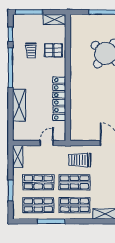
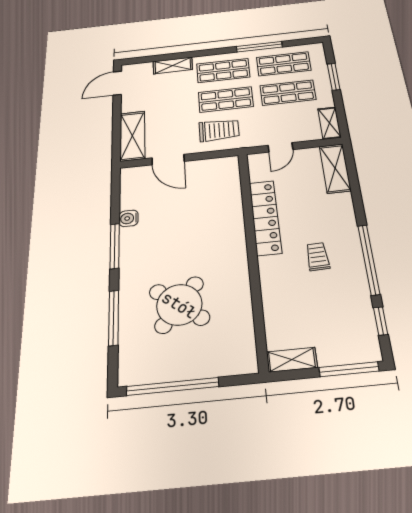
trolley: (31, 50) -> (318, 257), moved
pallet: (53, 50) -> (287, 300), removed
shelving: (19, 105) -> (335, 168), moved

